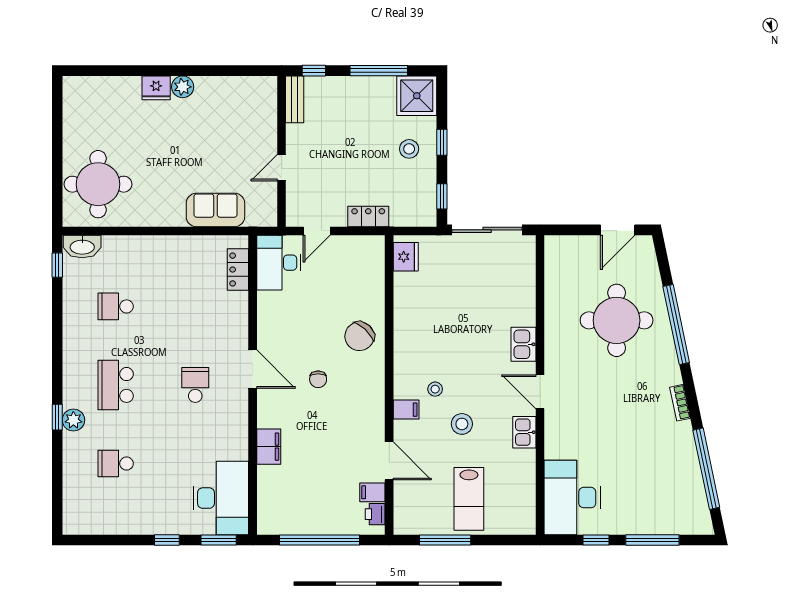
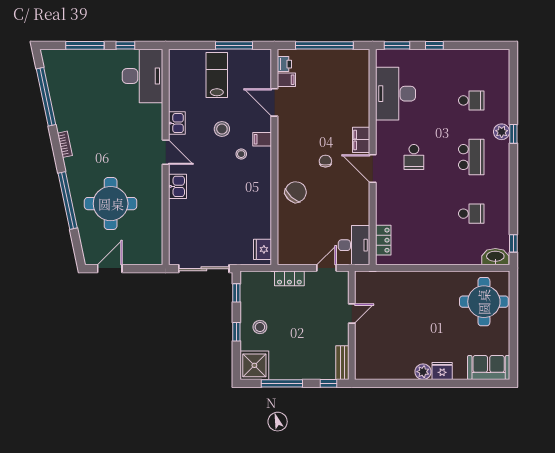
sofa: (215, 210) -> (489, 368), moved, turned 180
filing cabinet: (269, 447) -> (361, 140), moved
desk: (221, 498) -> (395, 94), moved

